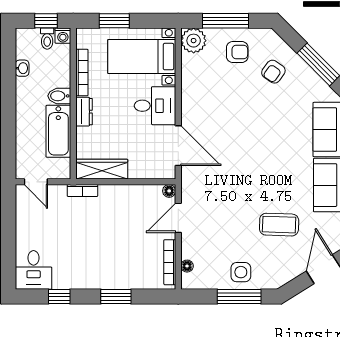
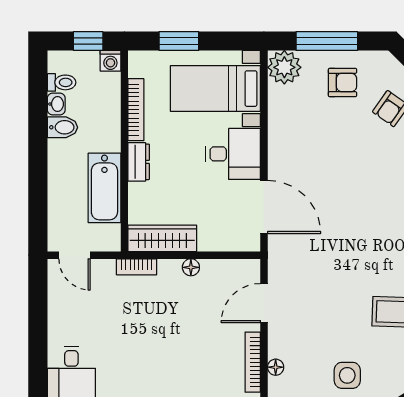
toilet: (47, 39) -> (62, 82), moved, turned -90
bidet: (59, 96) -> (62, 127), moved, turned 180
floor lamp: (169, 191) -> (191, 267), moved

